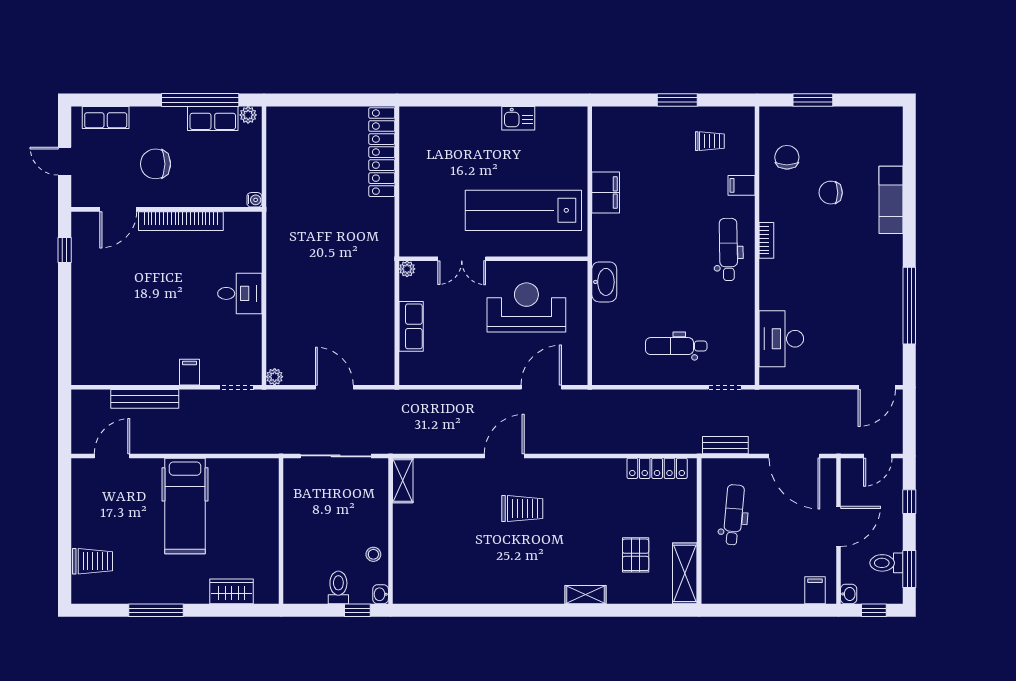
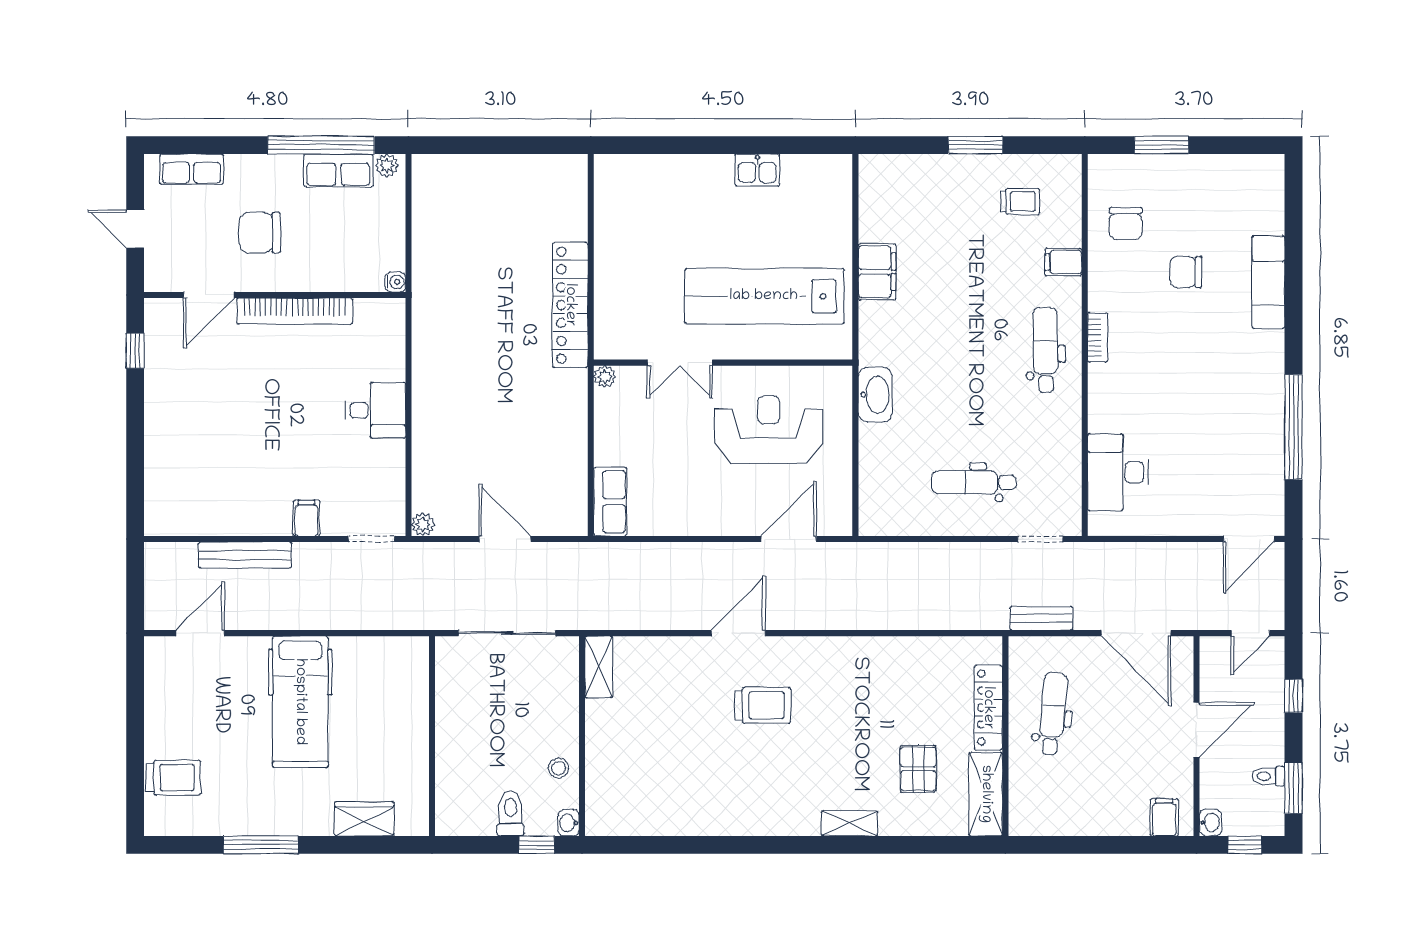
locker: (382, 152) -> (570, 305), moved
chair: (787, 157) -> (1126, 224), turned 180
row of seats: (411, 326) -> (610, 502), moved
locker: (657, 468) -> (988, 708), moved, turned 90
toilet: (886, 563) -> (1268, 776), width x0.73, depth x0.72

